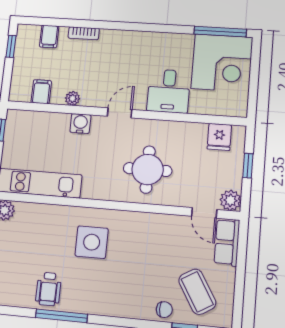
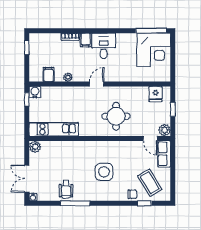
filing cabinet: (49, 36) -> (86, 40), moved
desk: (169, 91) -> (104, 46), moved, turned 180
water cooler: (80, 124) -> (35, 92), moved
side table: (92, 242) -> (104, 172), moved

